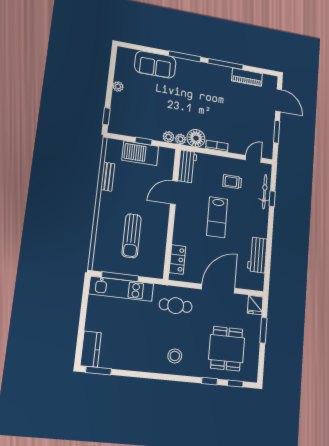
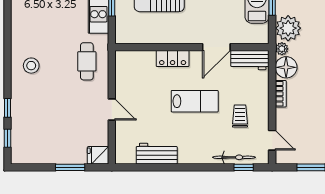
plant: (169, 137) -> (288, 28), width x1.88, depth x1.88
door: (174, 193) -> (216, 47), swing flipped
window: (272, 199) -> (244, 167), moved
lab bench: (217, 217) -> (195, 101), turned 180
locker: (177, 259) -> (173, 58), moved
door: (218, 289) -> (112, 109), width x0.53
dining table: (227, 349) -> (45, 125), removed

